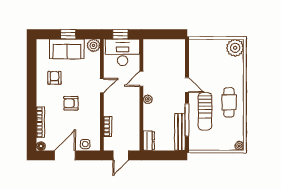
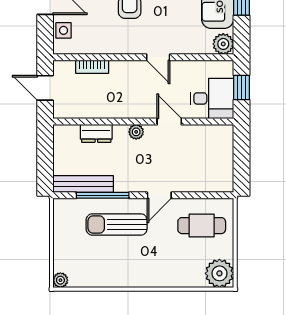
desk: (123, 52) -> (212, 98), width x0.73
cafe table: (229, 102) -> (202, 226), moved
dresser: (149, 141) -> (96, 133), moved

